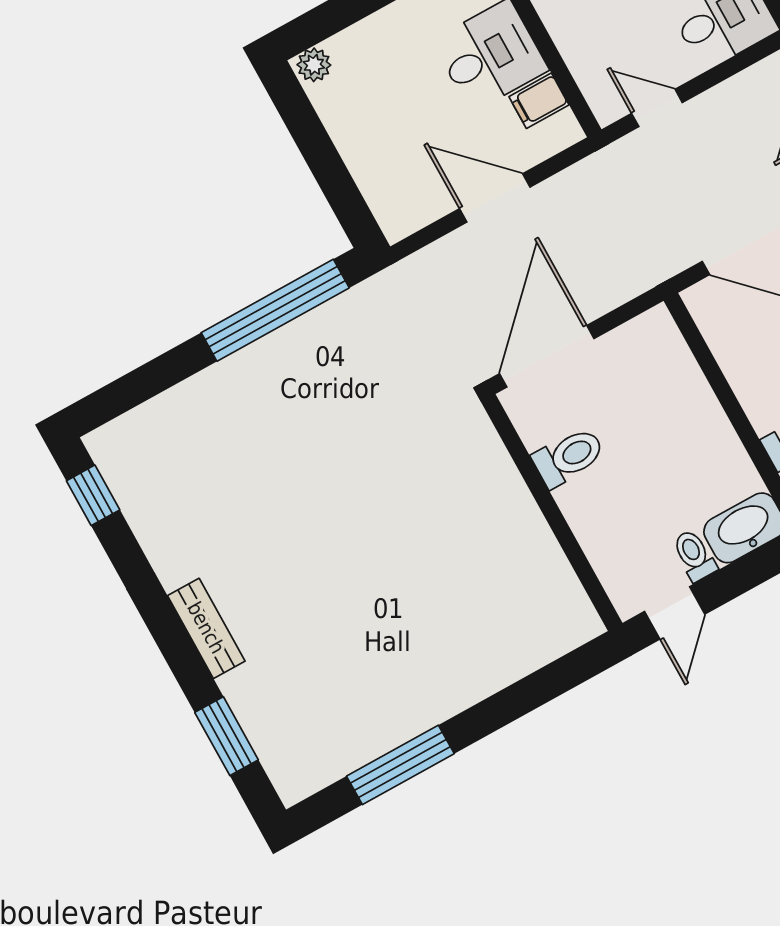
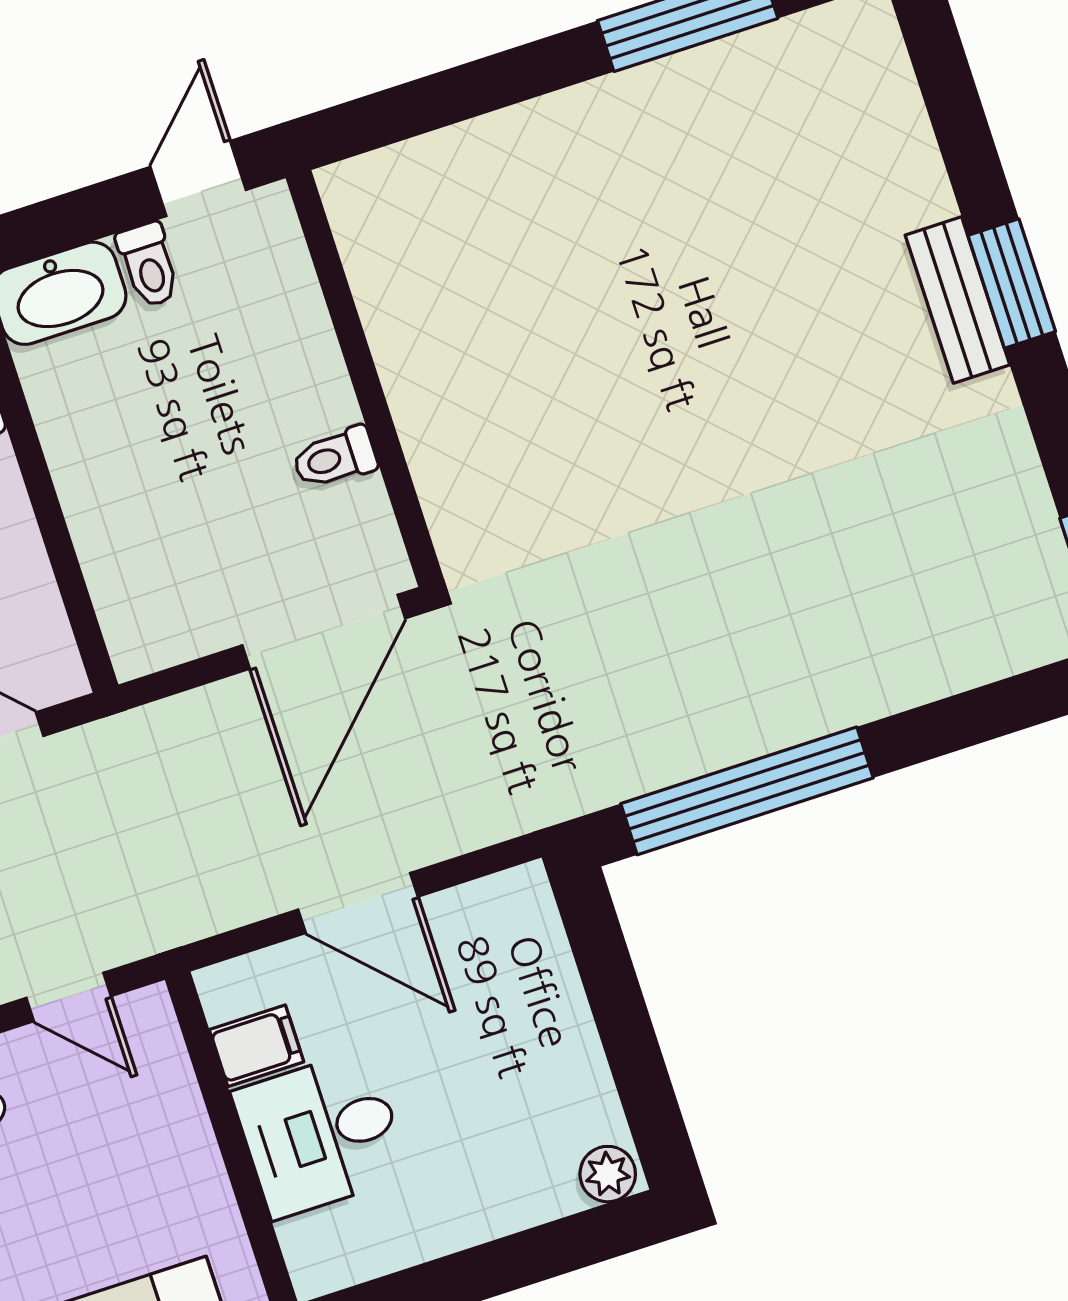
toilet: (569, 457) -> (335, 458), width x0.73, depth x0.72
window: (227, 736) -> (1012, 284), moved

